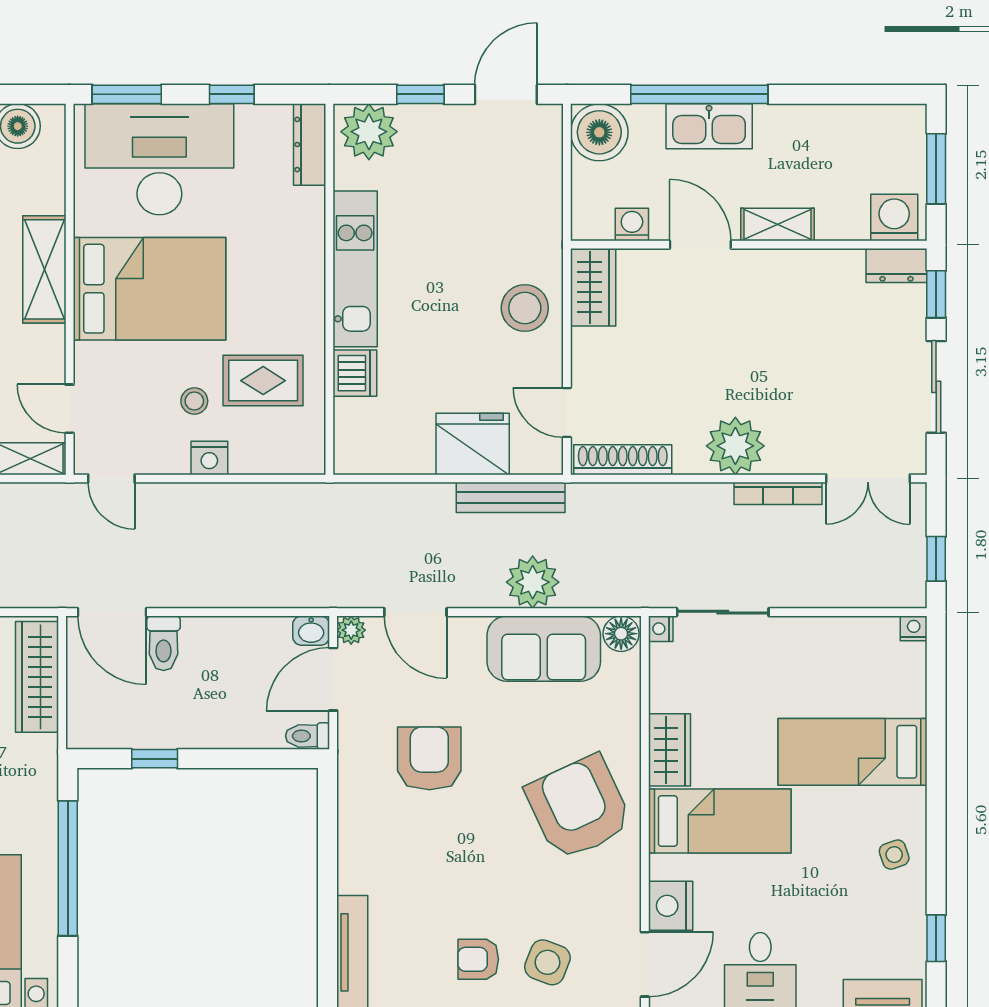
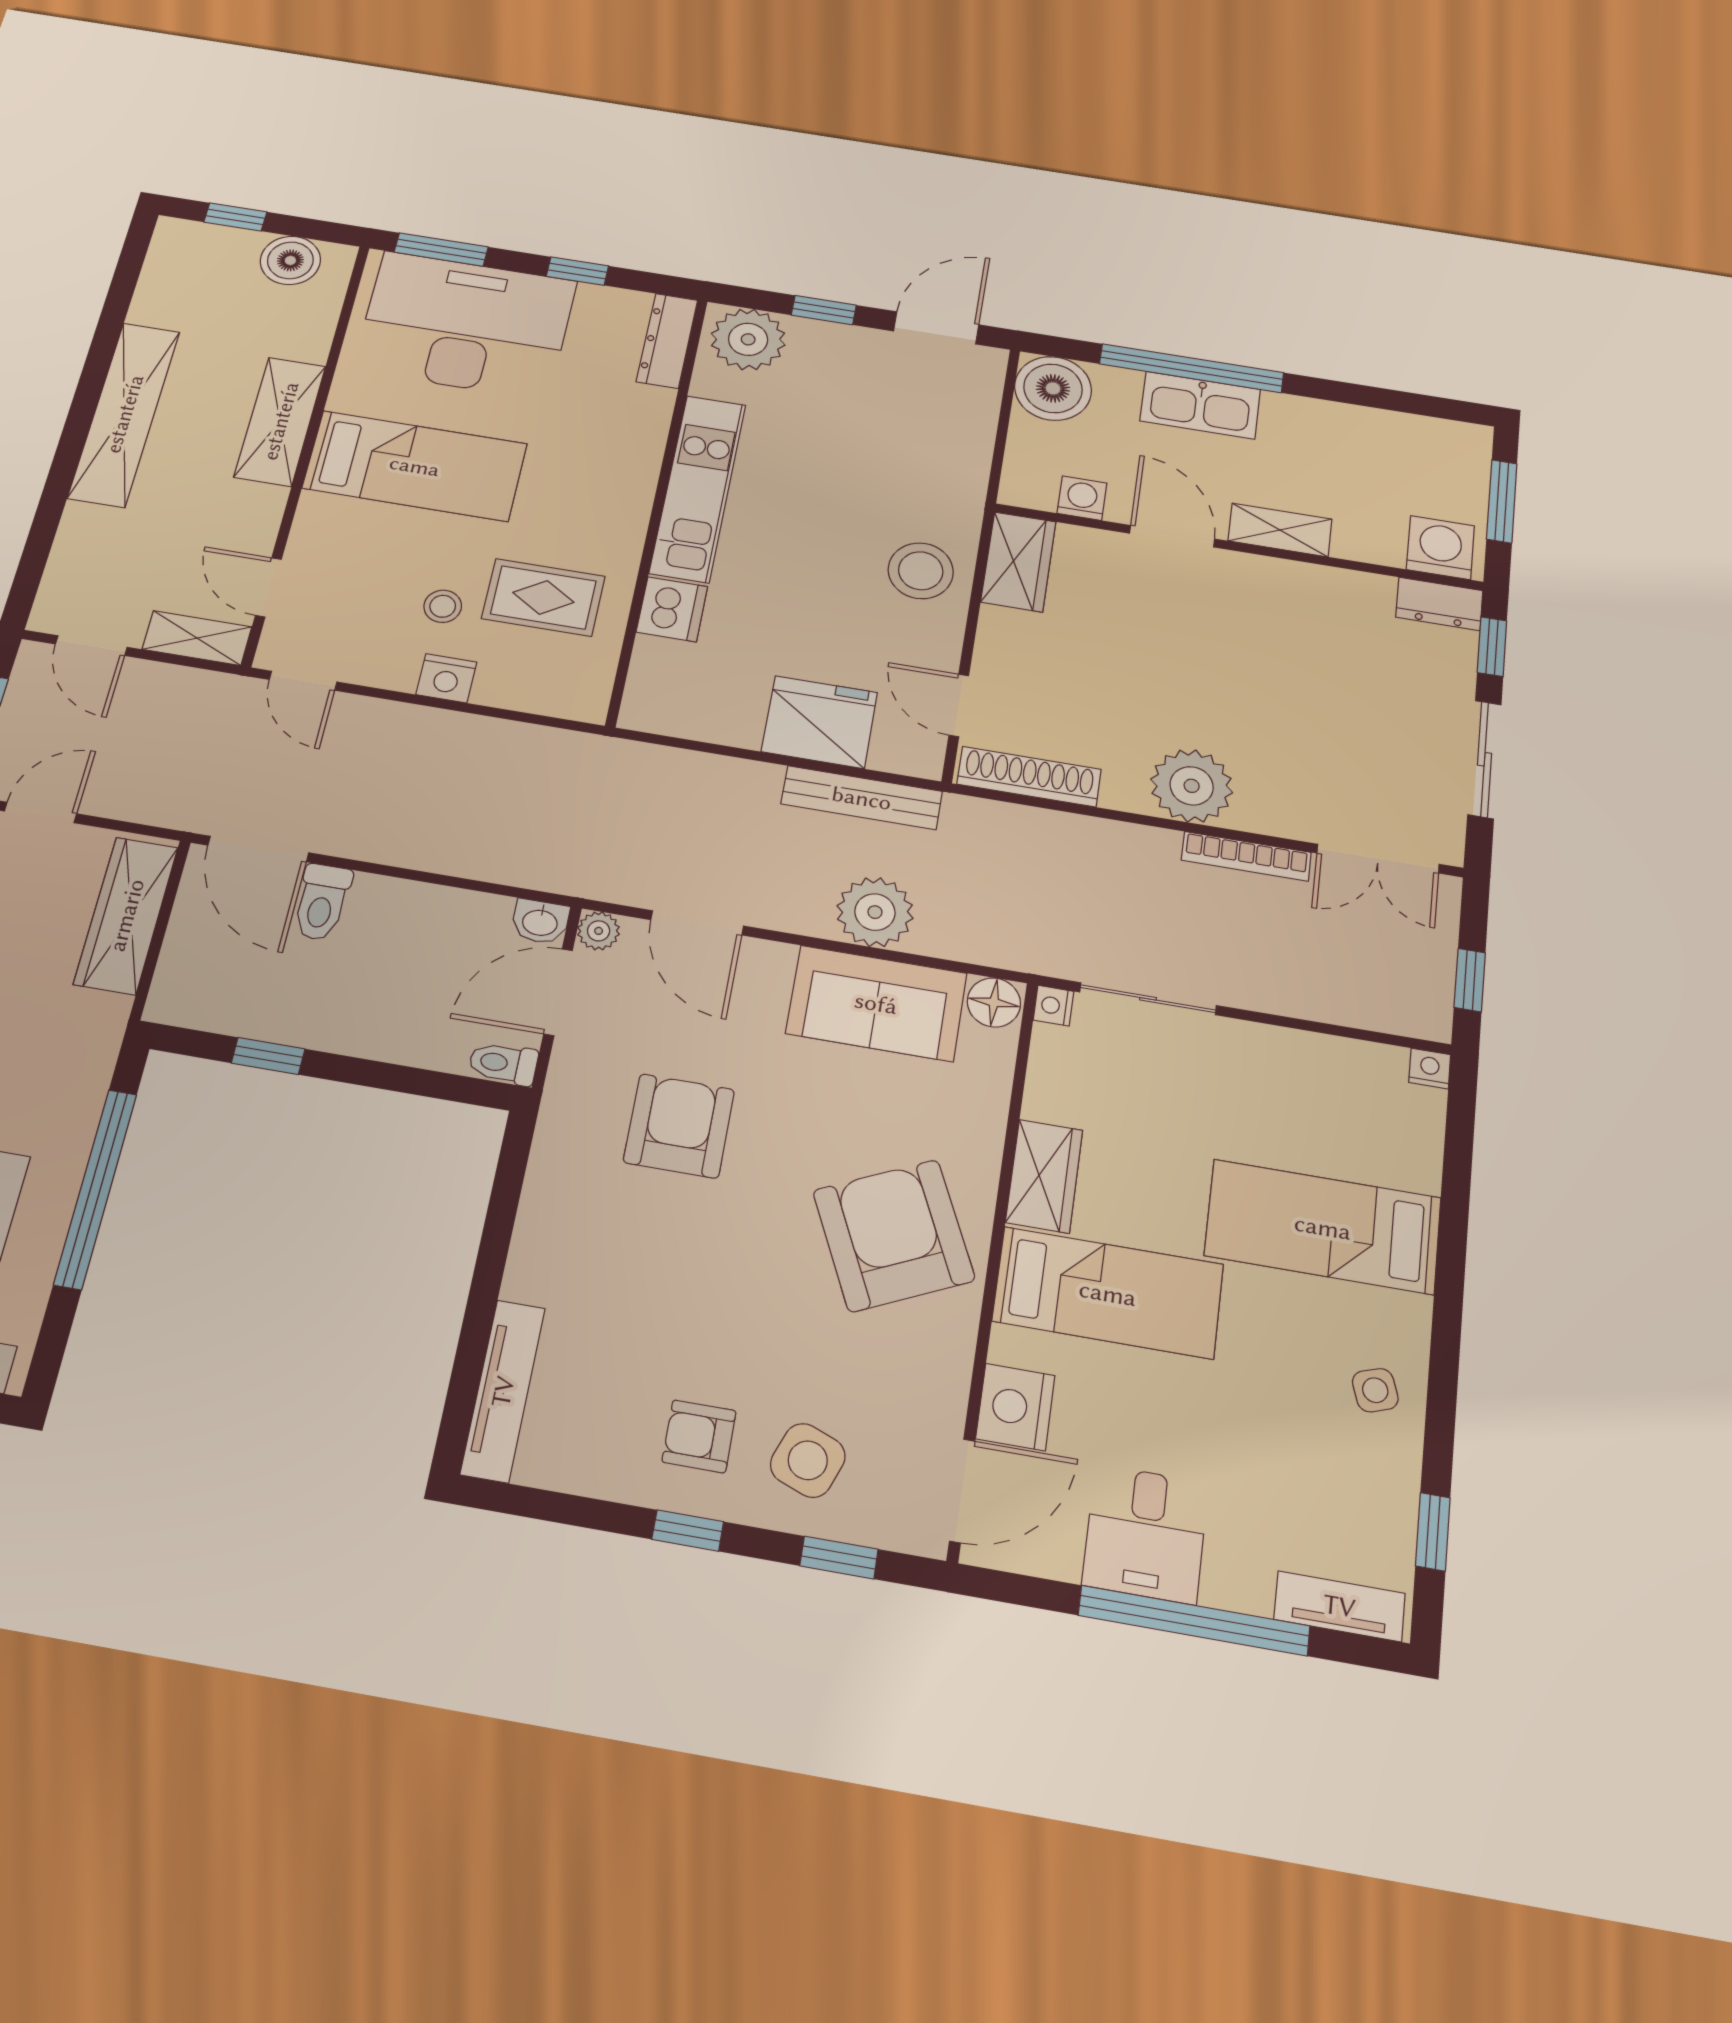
bed: (149, 289) -> (415, 466), width x0.67

